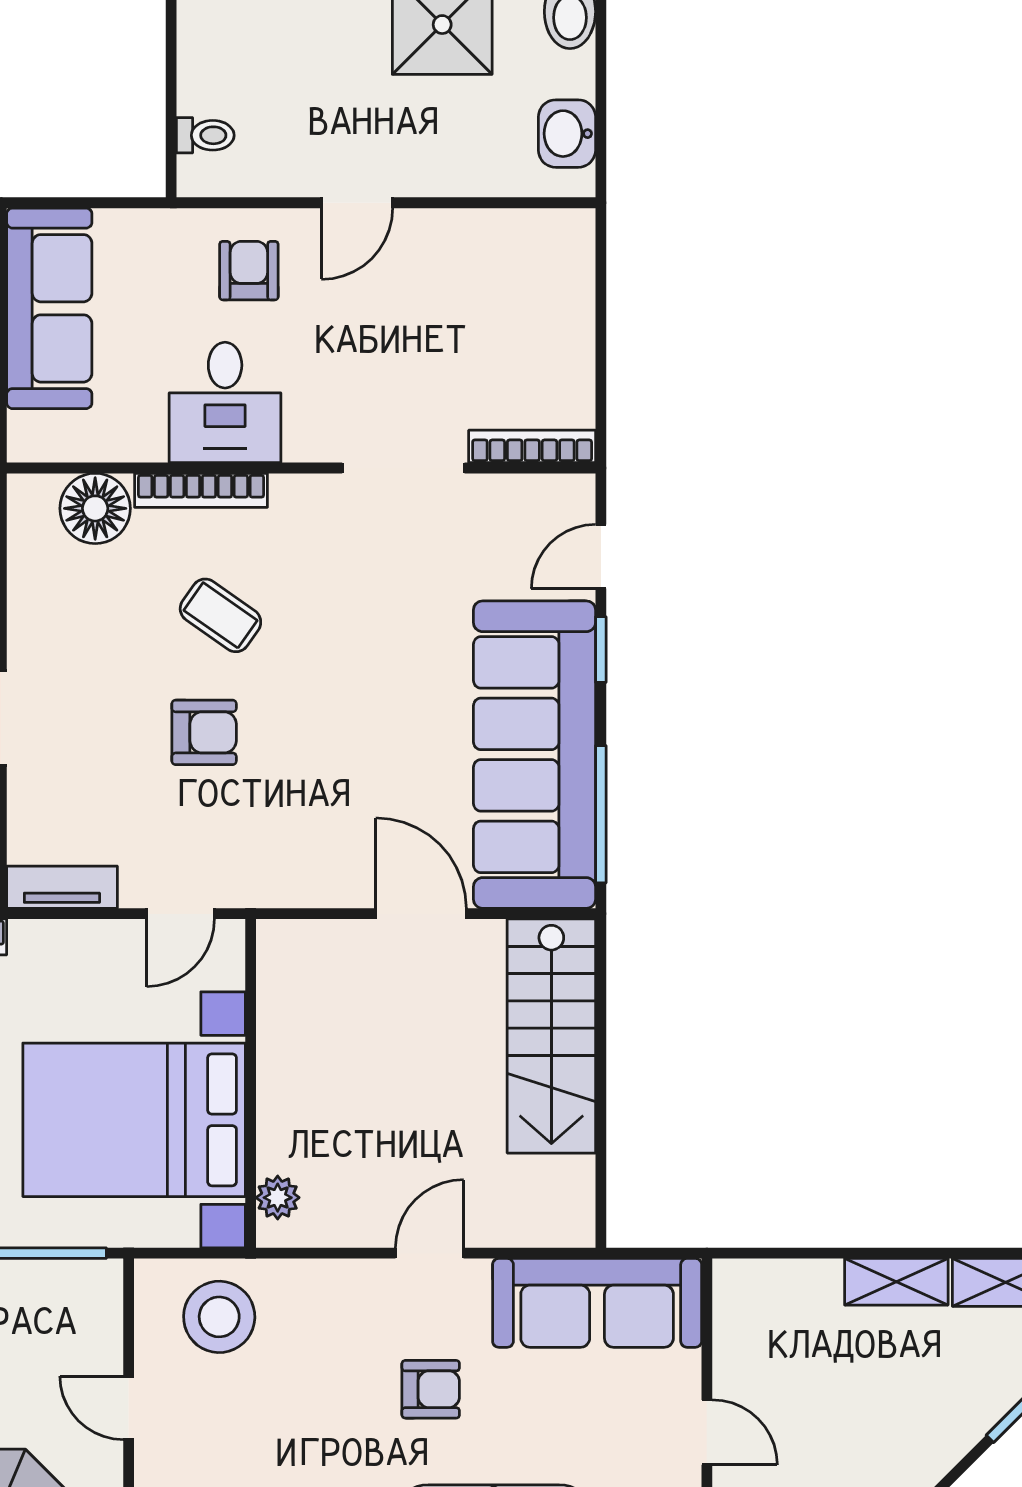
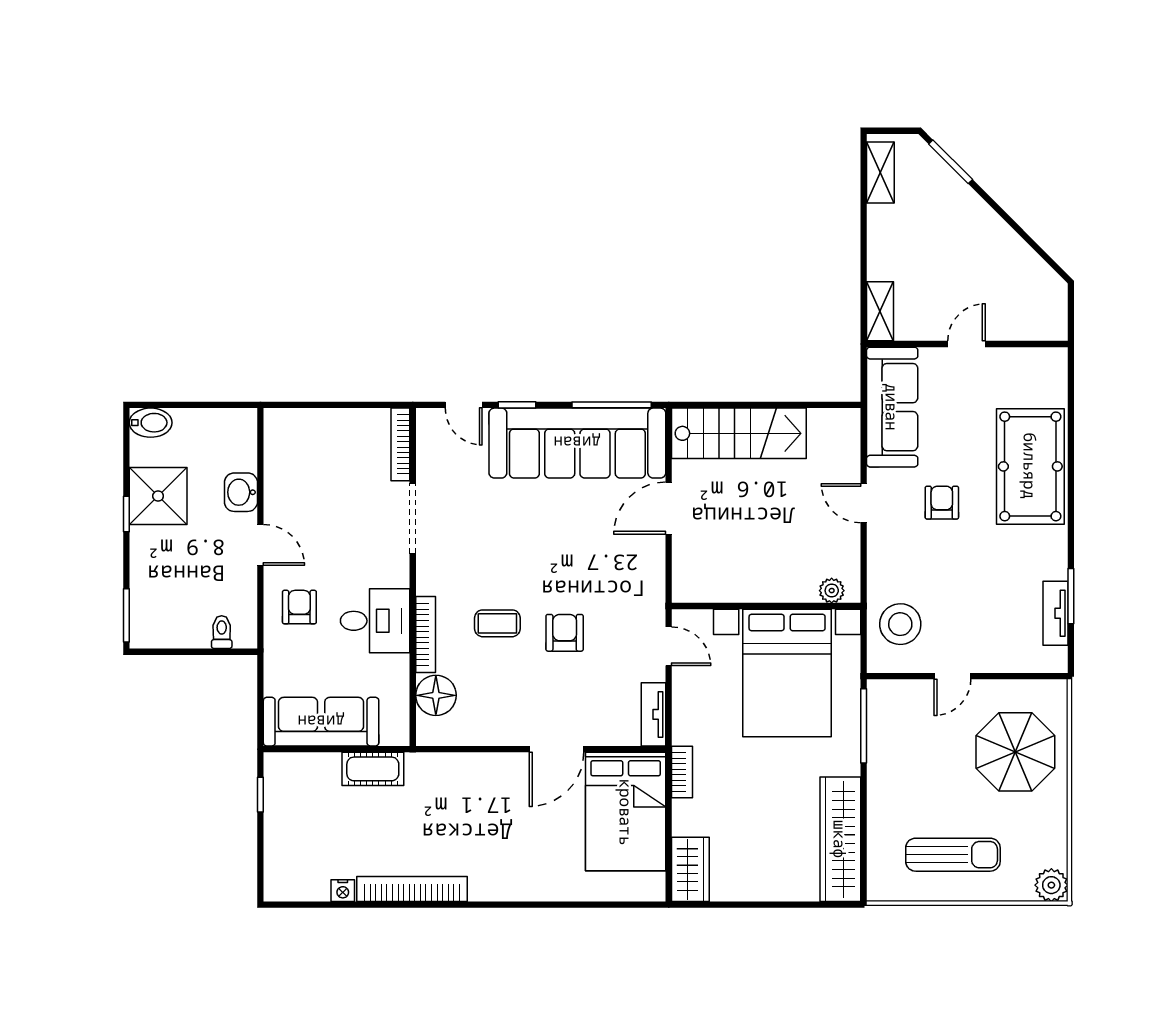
washbasin: (567, 134) -> (241, 492), moved, turned 90
armchair: (249, 271) -> (299, 607), turned 90
coffee table: (220, 615) -> (497, 623), turned 55
shelving: (896, 1282) -> (880, 311), moved

